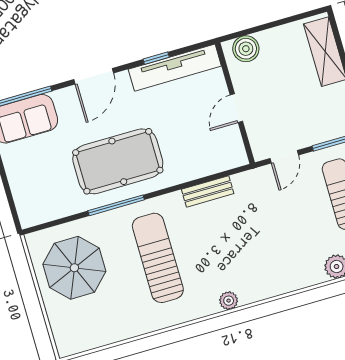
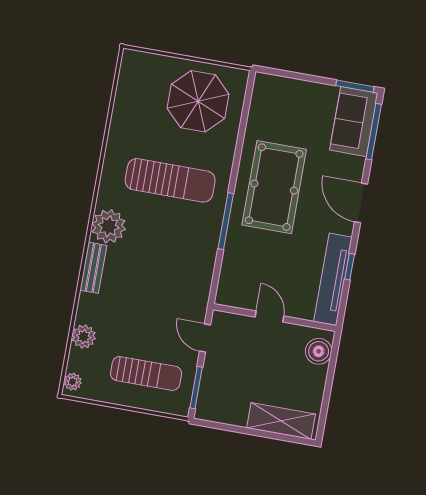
bench: (208, 191) -> (93, 268), moved
window: (116, 205) -> (226, 221), moved
plant: (229, 301) -> (109, 226), width x1.88, depth x1.88

